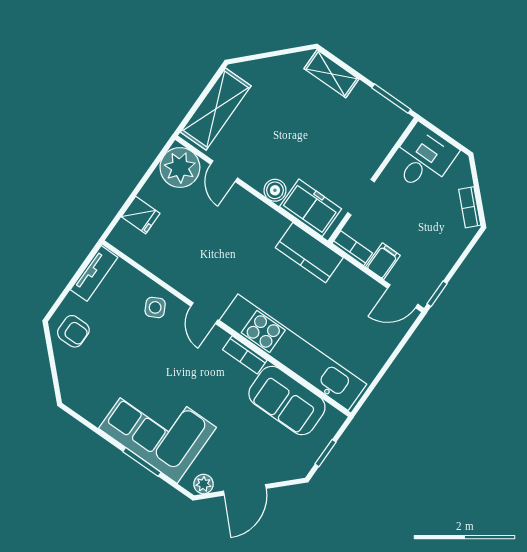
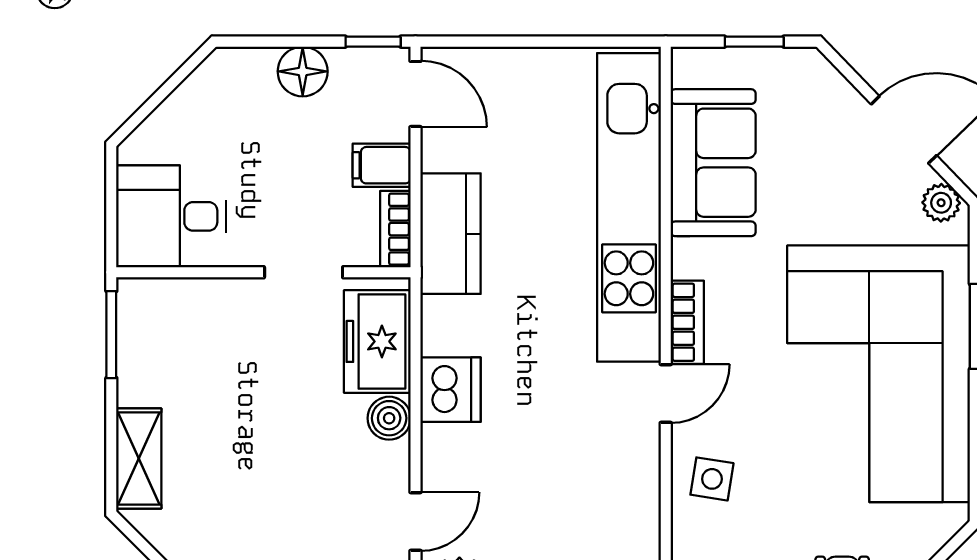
bookcase: (470, 207) -> (198, 87), removed
dishwasher: (269, 224) -> (451, 390), added
kitchen counter: (309, 253) -> (451, 234), moved
floor lamp: (445, 256) -> (303, 71), added
side table: (155, 307) -> (712, 479), turned 36
bookcase: (245, 355) -> (687, 322), moved
corner sofa: (157, 428) -> (879, 374), width x1.36, depth x1.36

